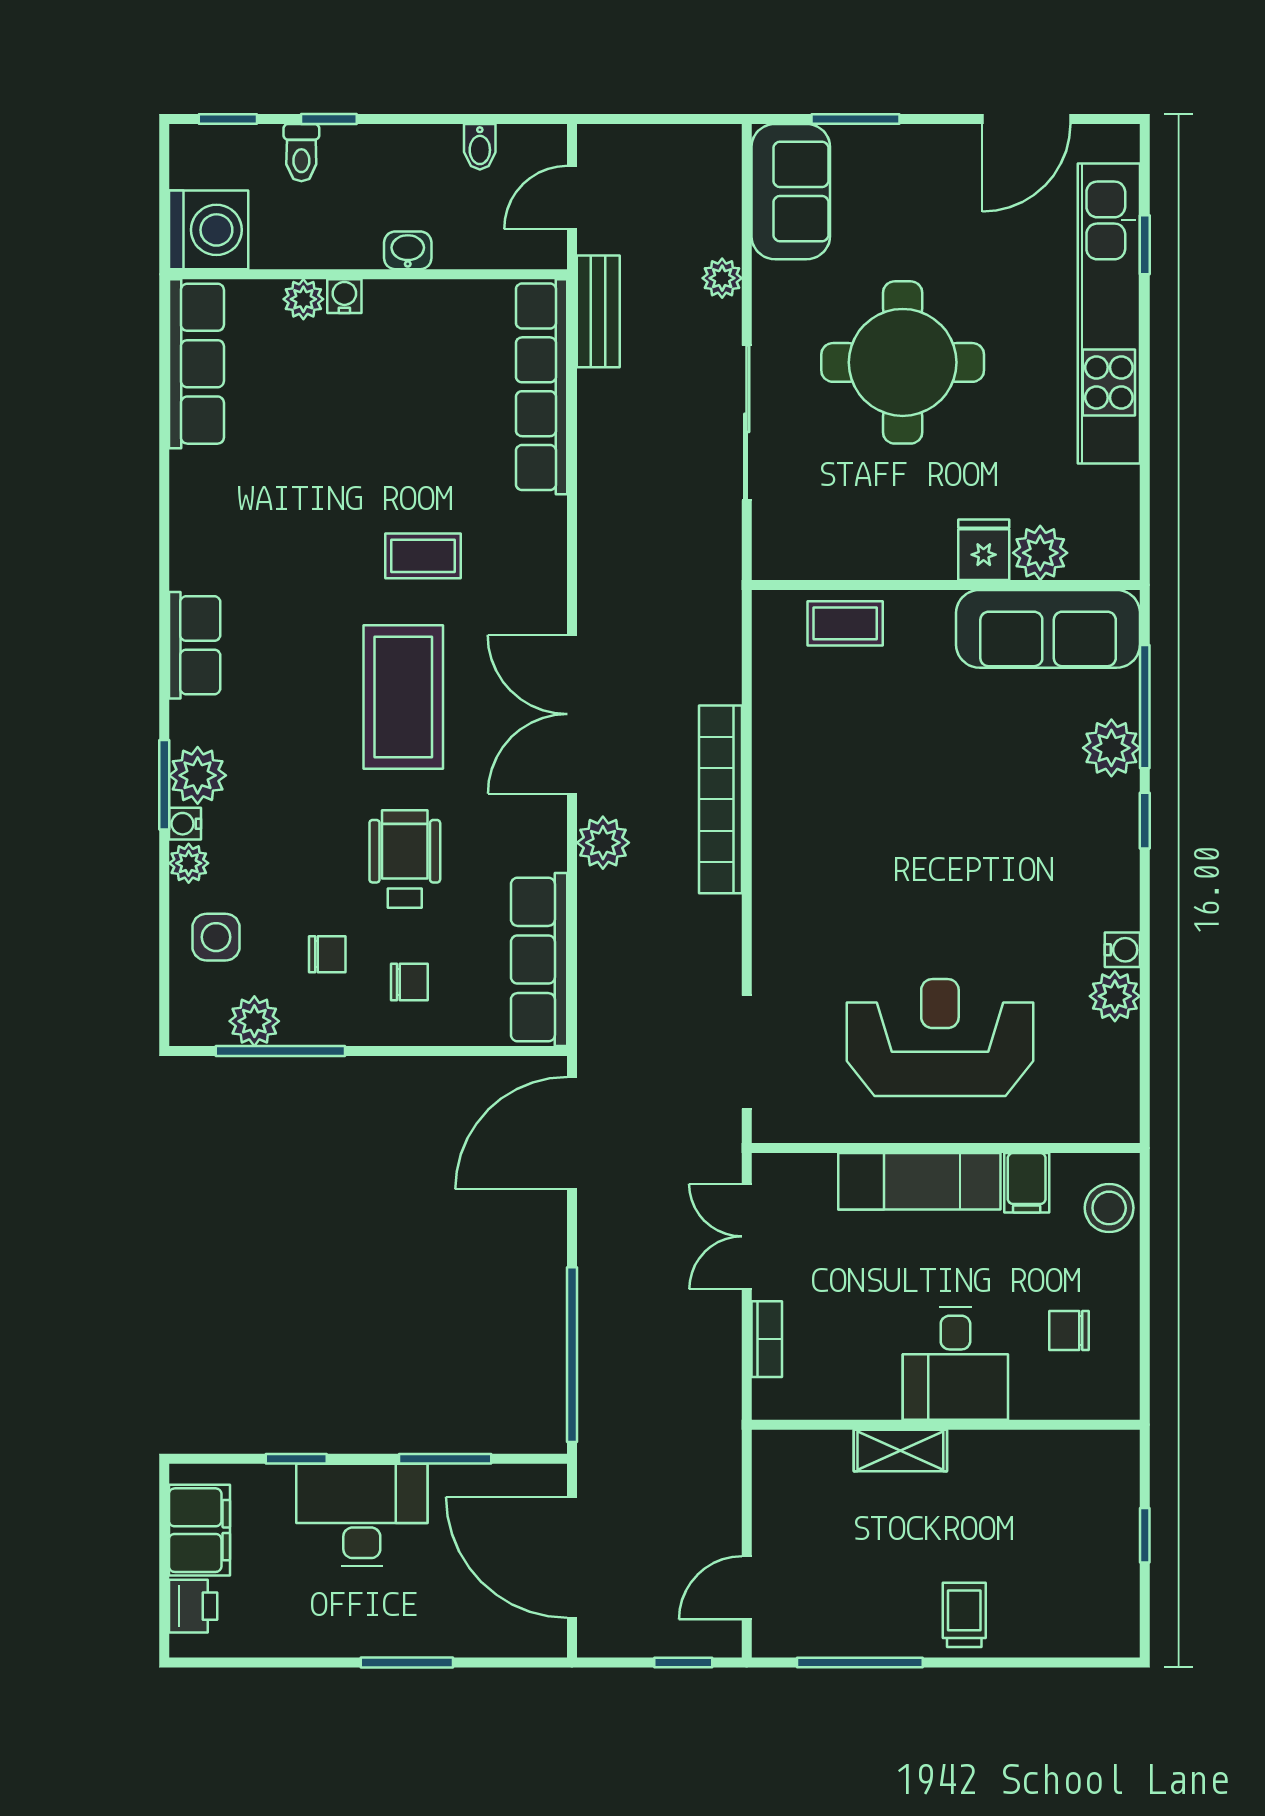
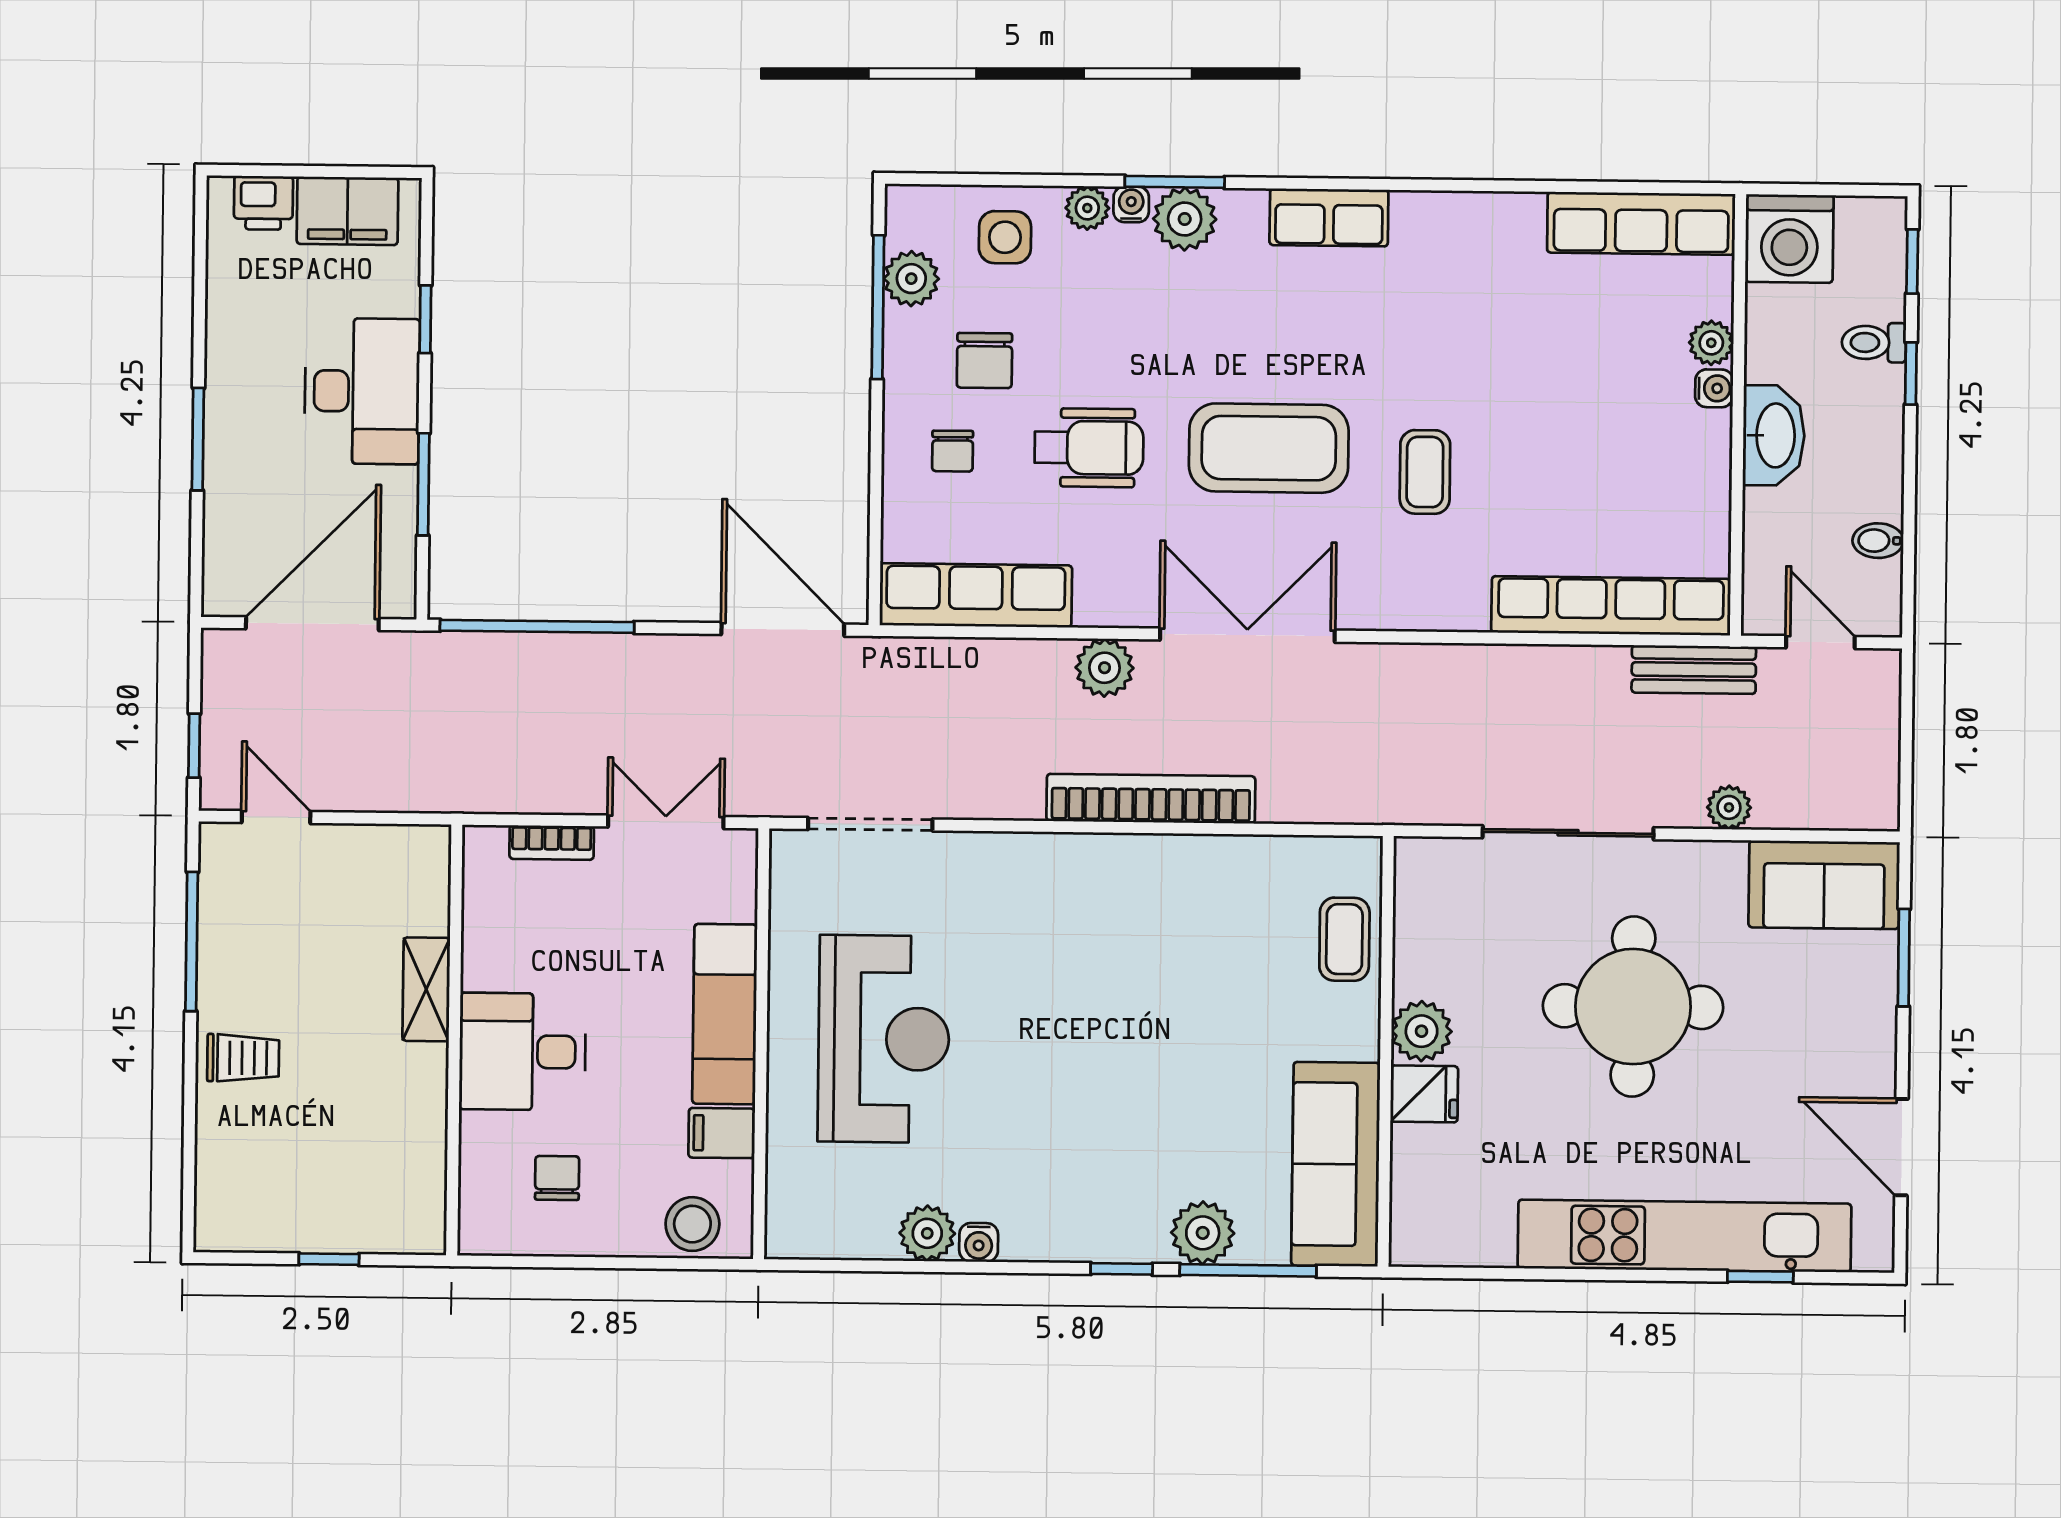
washbasin: (408, 250) -> (1774, 435), width x1.91, depth x1.45
plant: (1040, 553) -> (1422, 1031), moved
chair: (327, 954) -> (985, 360), width x1.37, depth x1.37

